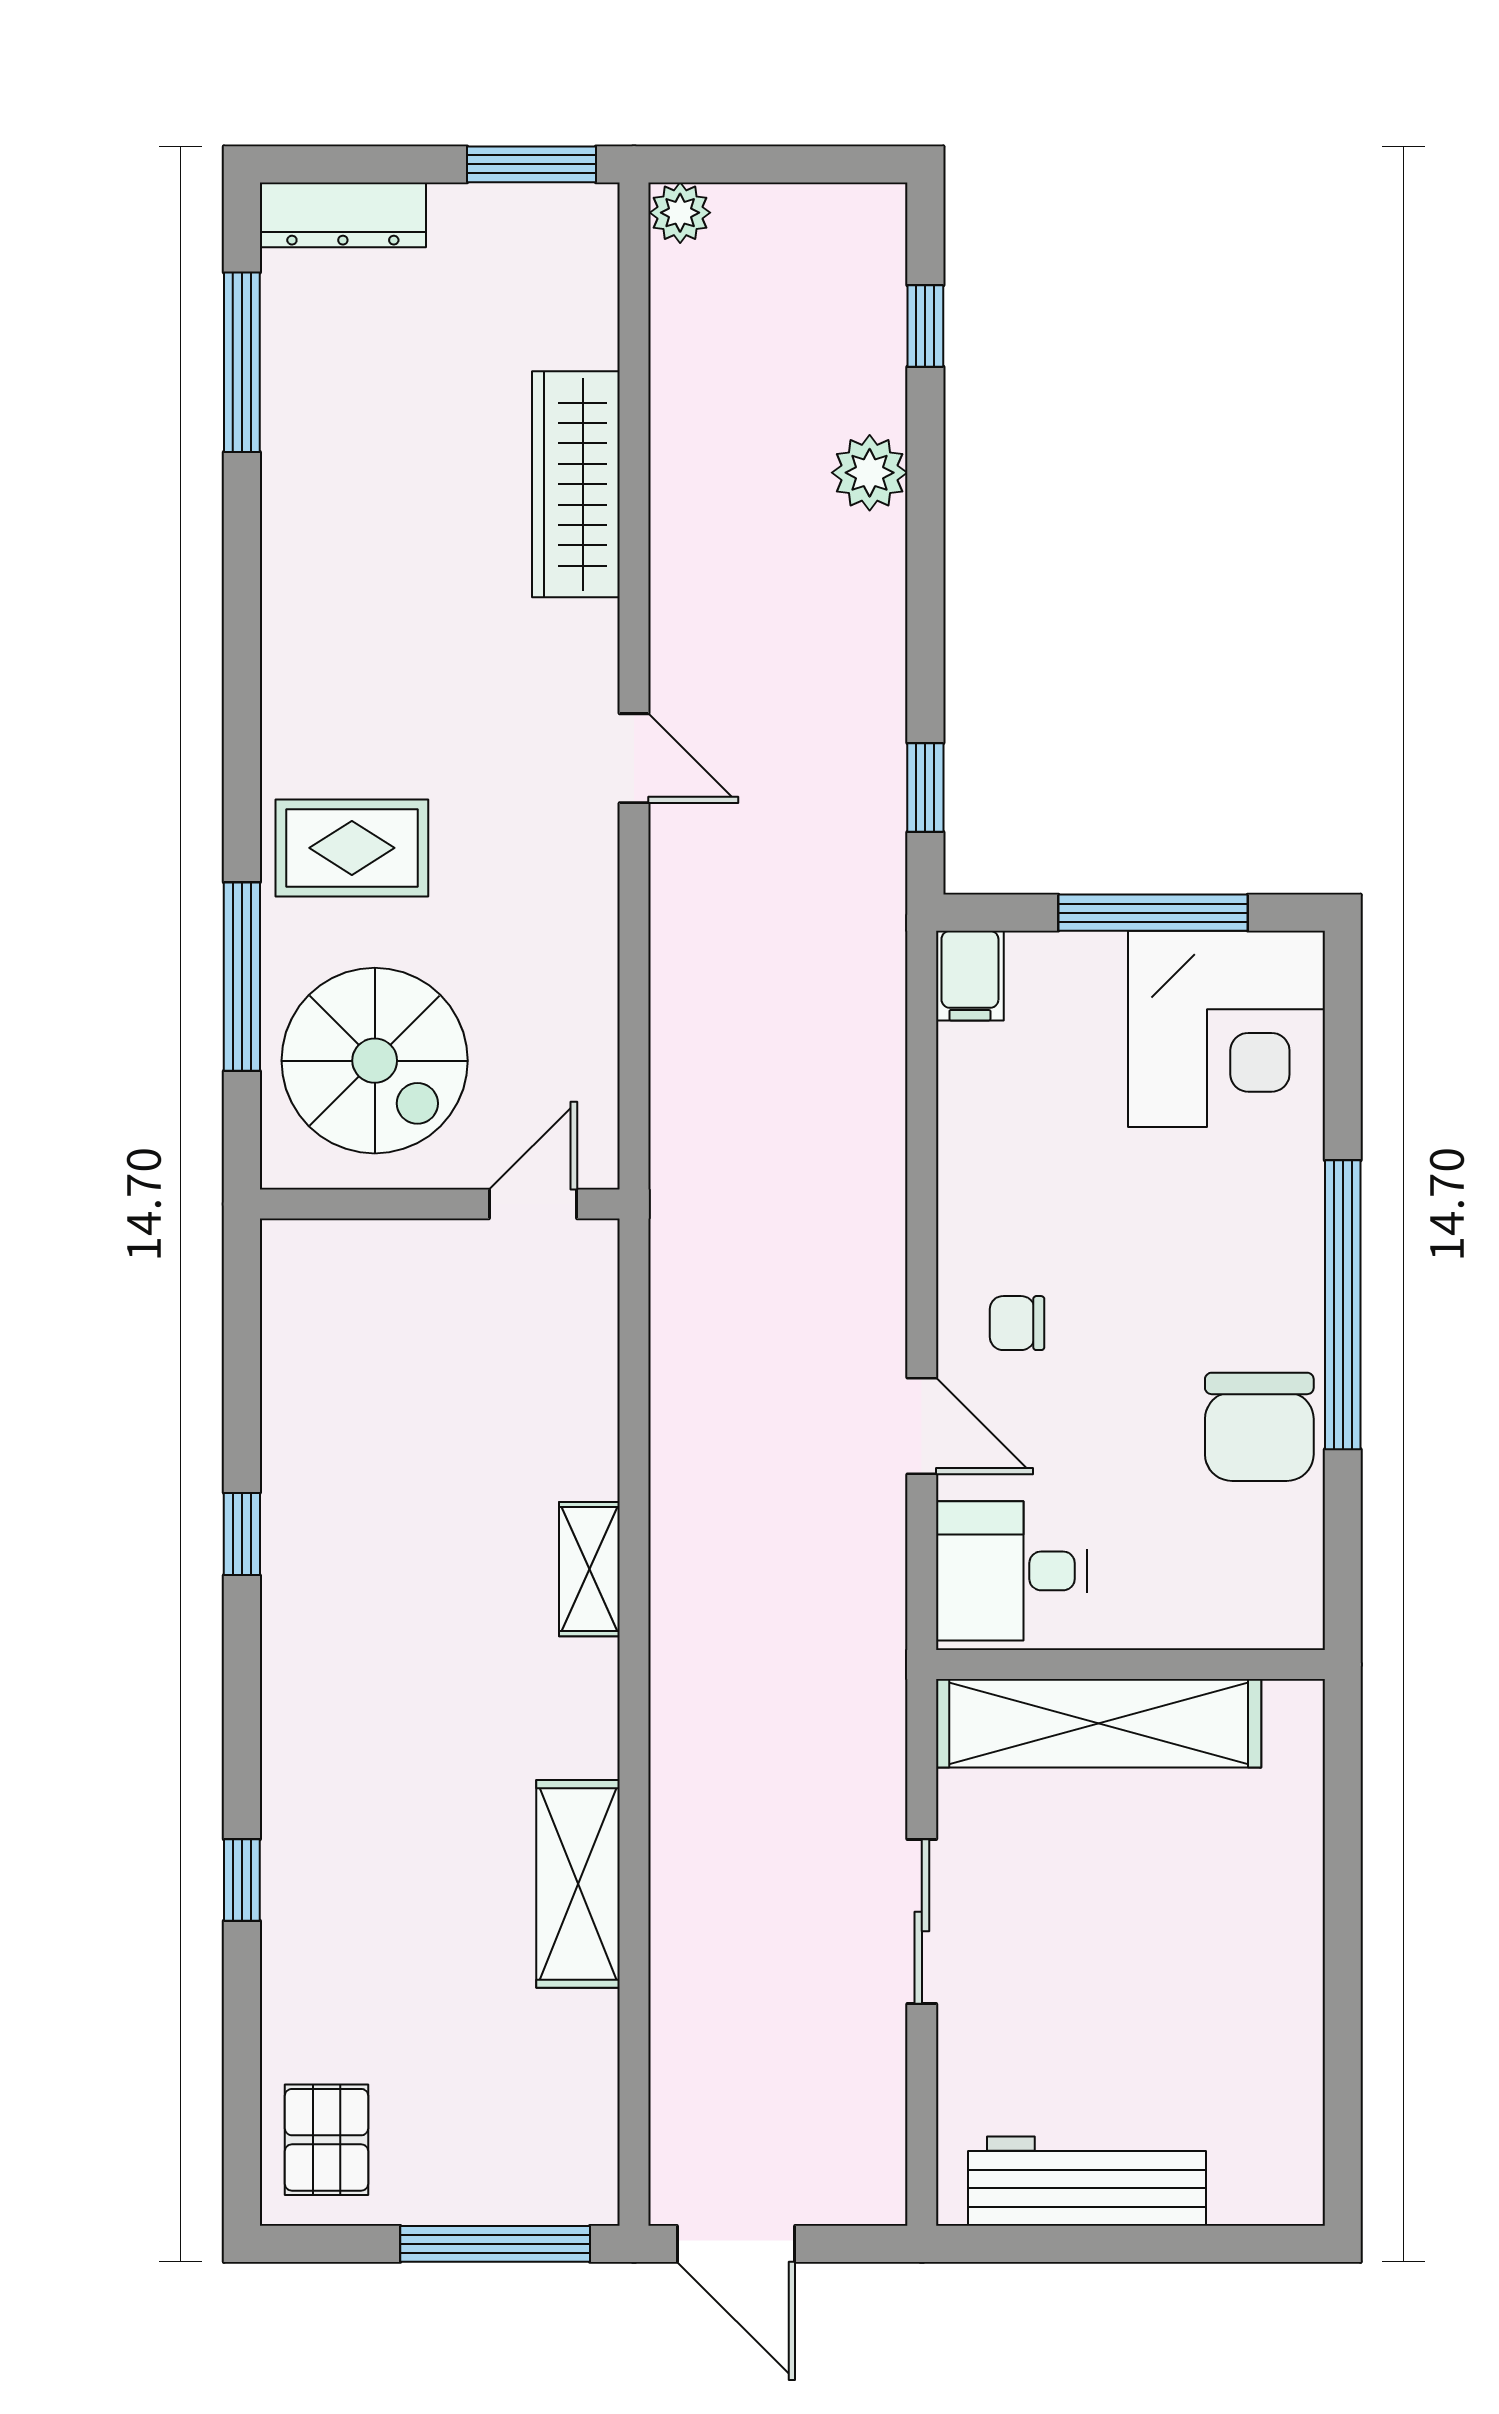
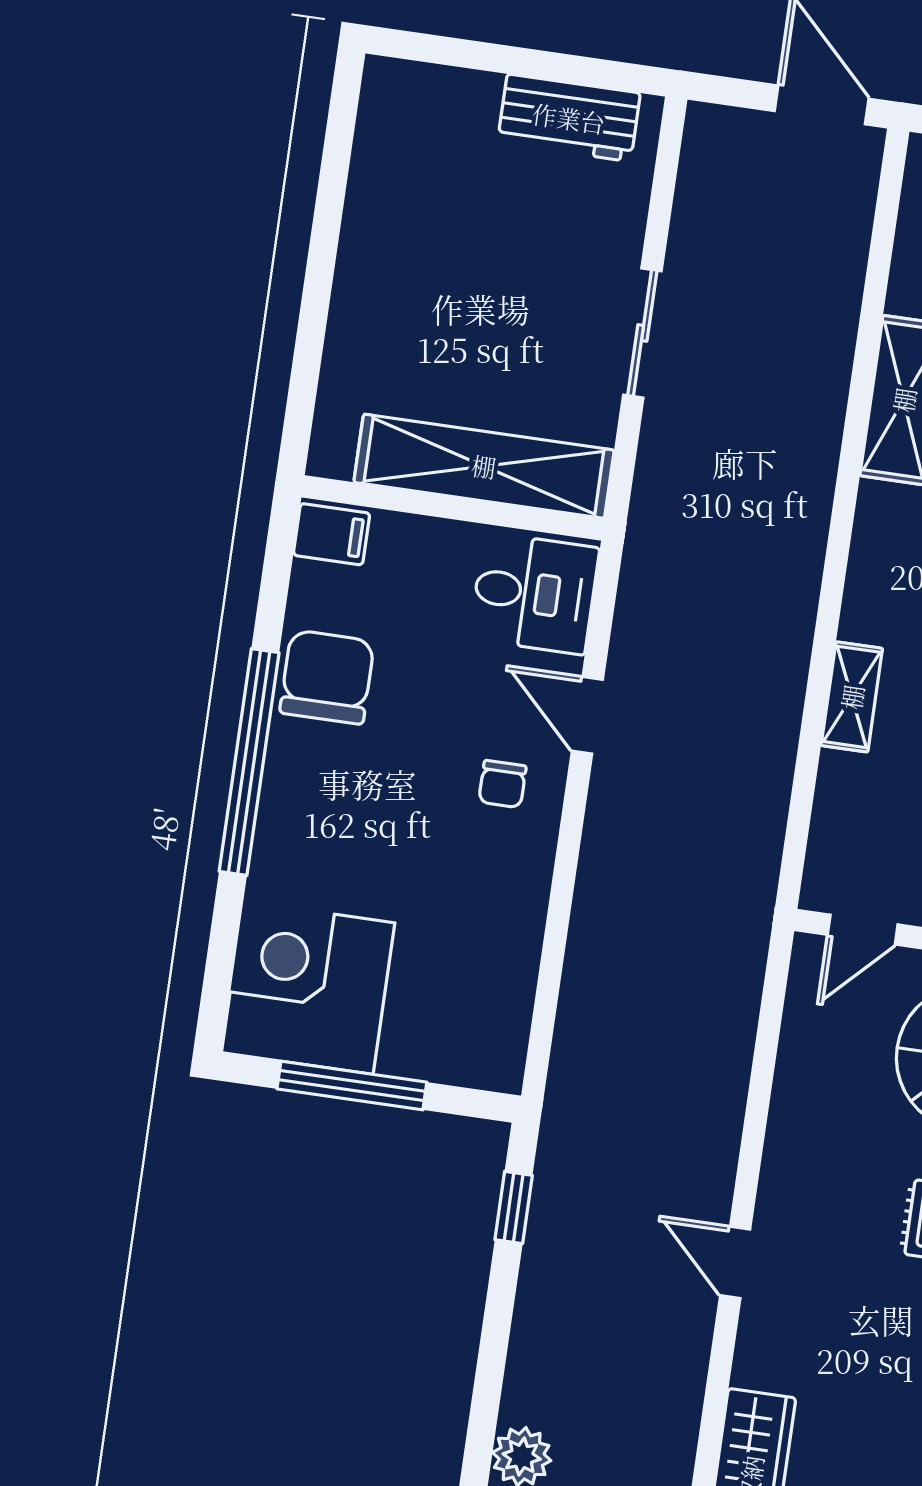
filing cabinet: (970, 976) -> (332, 534), moved, turned 90
chair: (1017, 1323) -> (502, 784), turned 90
shelving: (589, 1569) -> (852, 697), moved
workbench: (1087, 2181) -> (569, 118), width x0.73

